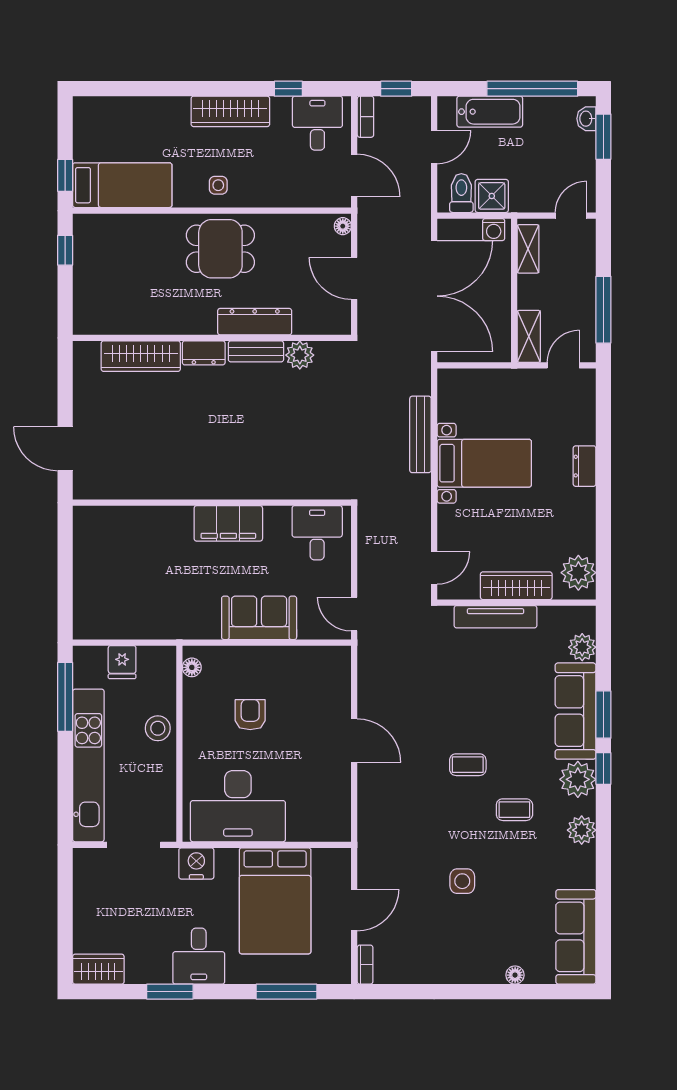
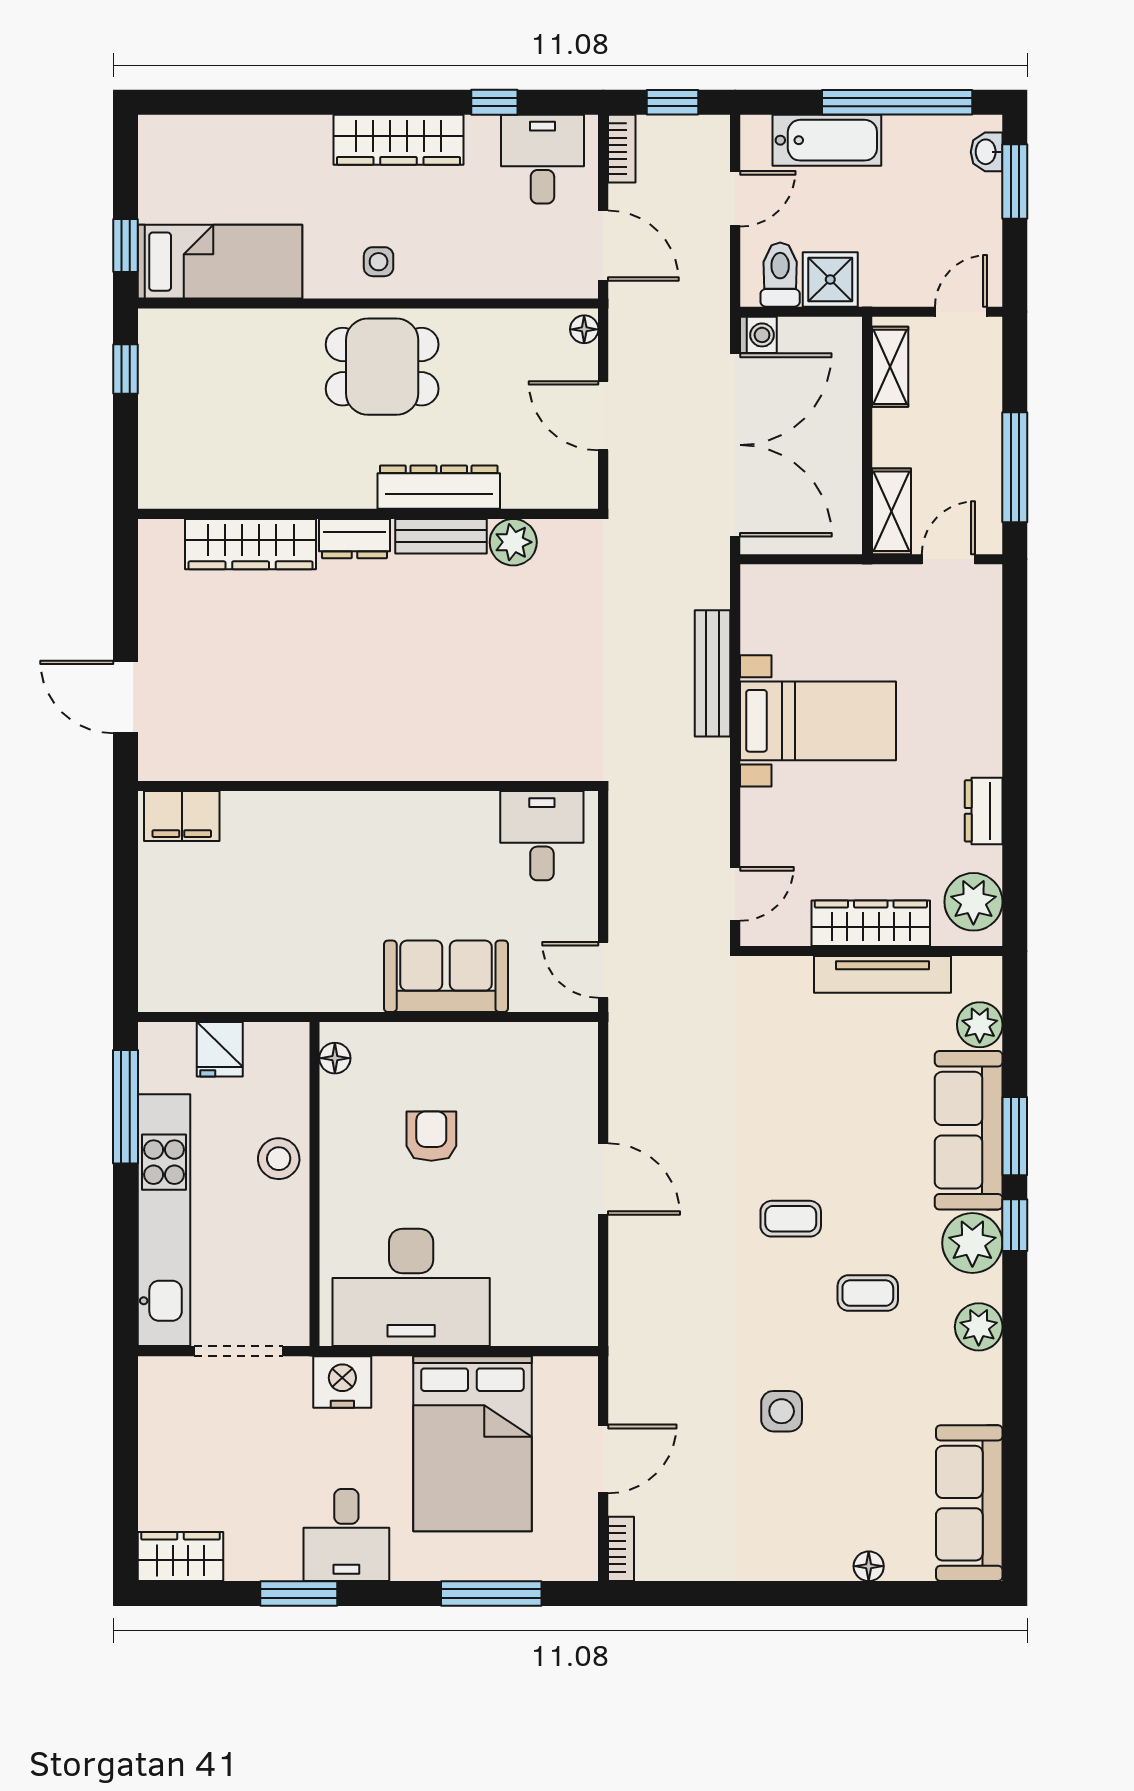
washing machine: (494, 230) -> (758, 335), moved, turned -90
dresser: (585, 466) -> (984, 811), moved
filing cabinet: (228, 523) -> (182, 816), moved, width x0.67, depth x0.86
tv unit: (496, 617) -> (883, 974), moved

